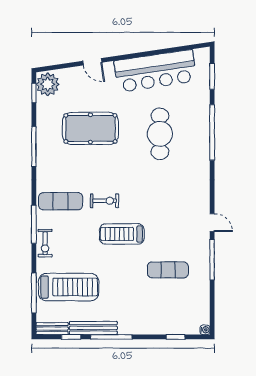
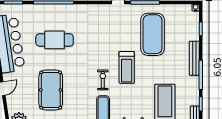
exercise mat: (168, 270) -> (153, 34), width x2.00, depth x1.45
bench: (93, 328) -> (194, 58), moved

